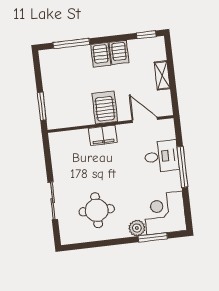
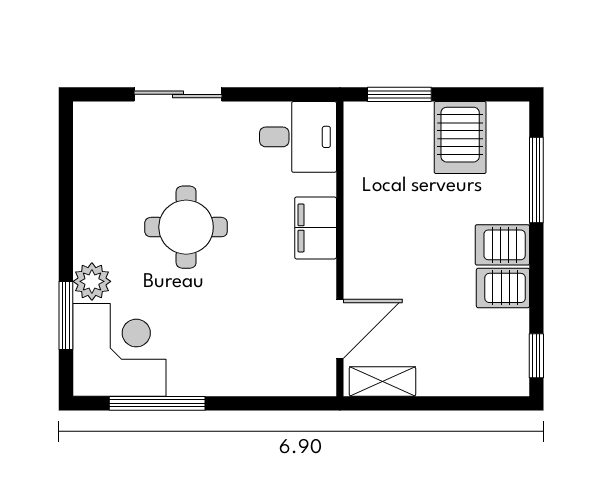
shelving: (162, 75) -> (382, 381), moved
server rack: (105, 107) -> (460, 138), moved, turned 90
desk: (162, 156) -> (298, 137), moved, turned -90
window: (182, 167) -> (157, 403), moved
round table: (97, 210) -> (186, 227), moved

